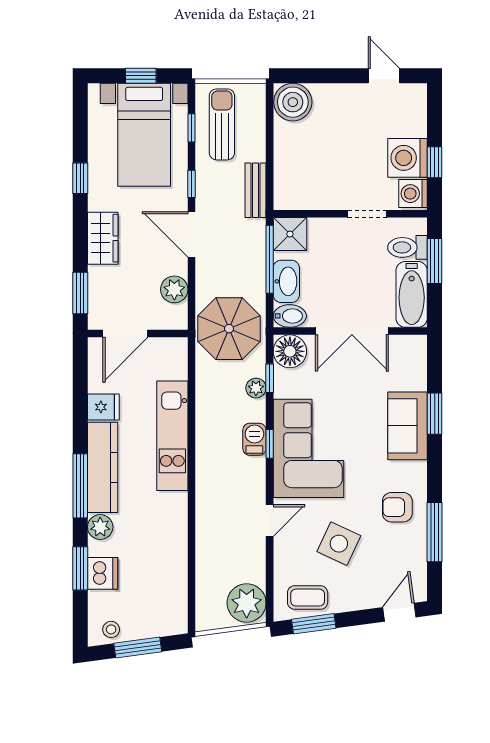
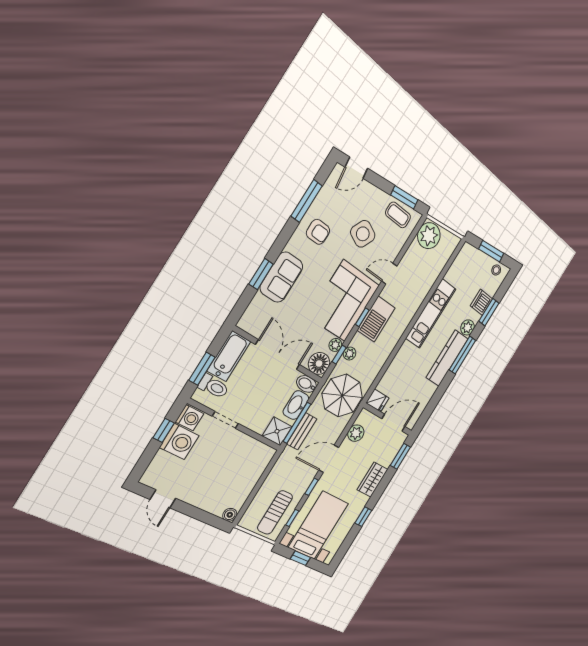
boiler: (293, 102) -> (230, 515), width x0.54, depth x0.54
bench: (256, 190) -> (302, 431), moved
door: (191, 234) -> (329, 459), swing flipped
plant: (283, 387) -> (335, 345), added
fridge: (103, 407) -> (377, 400), moved, turned 180
kitchen unit: (172, 436) -> (431, 314), moved
barbecue: (254, 439) -> (376, 319), width x1.88, depth x1.53

